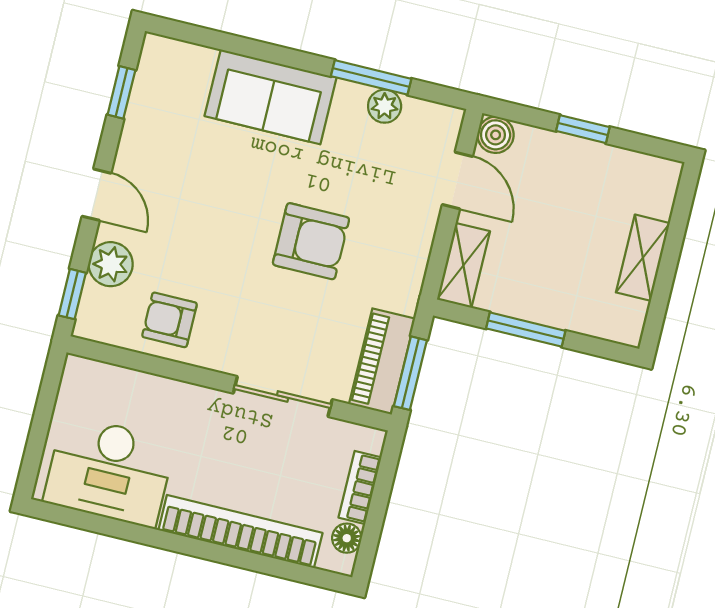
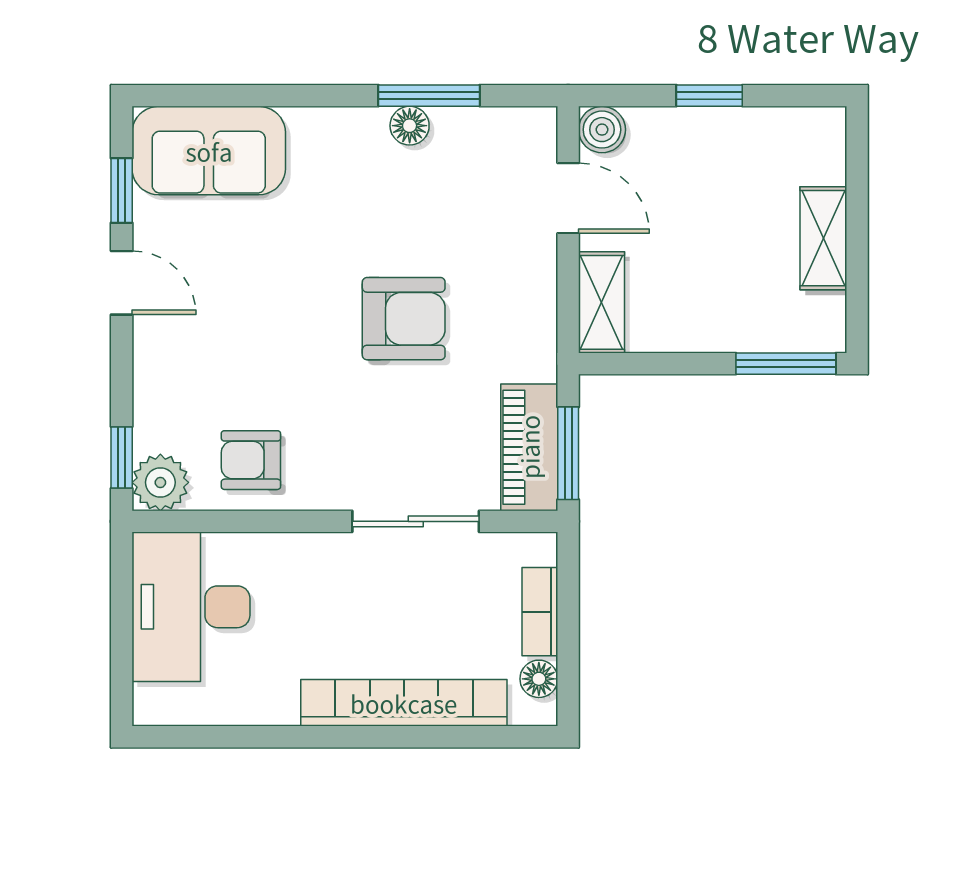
sofa: (271, 97) -> (209, 151), moved
floor lamp: (351, 97) -> (410, 126), added
plant: (385, 106) -> (455, 128), removed
door: (96, 195) -> (122, 283), moved
plant: (111, 264) -> (160, 482), moved
window: (526, 330) -> (786, 364), moved
desk: (109, 471) -> (191, 607), moved, turned 90

